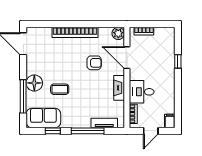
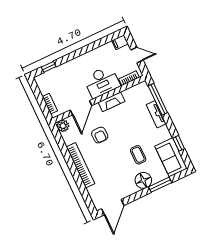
window: (178, 61) -> (49, 67), moved
armchair: (94, 63) -> (100, 135), turned 180
desk: (142, 92) -> (102, 82), width x1.37
window: (23, 96) -> (160, 185), width x0.69
tv unit: (104, 123) -> (156, 114), moved
window: (88, 131) -> (158, 99), moved

